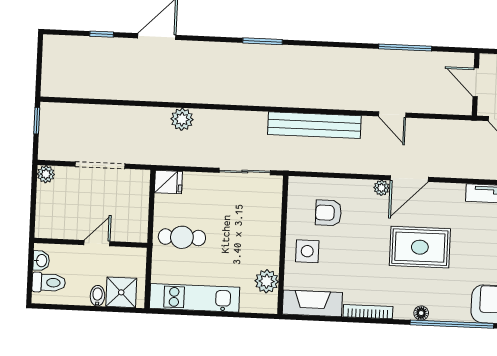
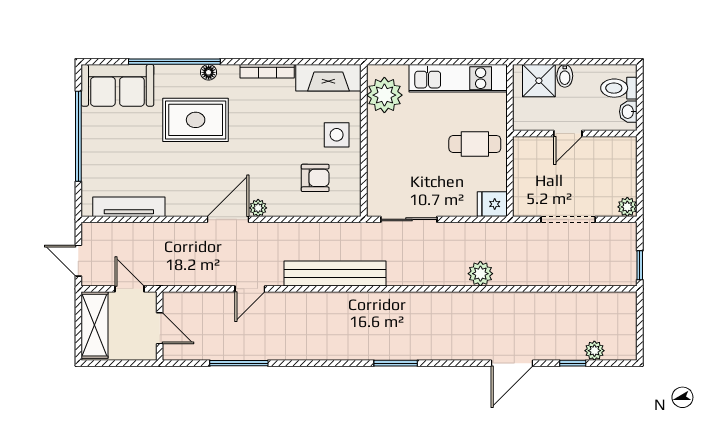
plant: (81, 45) -> (594, 351), added
door: (392, 114) -> (250, 289), swing flipped
rug: (420, 247) -> (196, 120), moved
plant: (267, 281) -> (384, 95), width x1.36, depth x1.36

